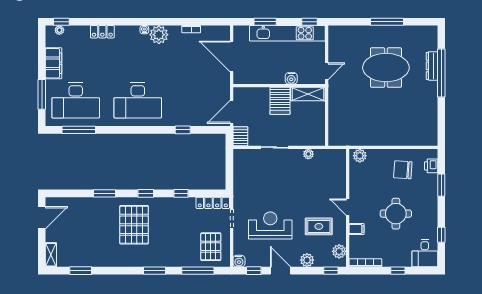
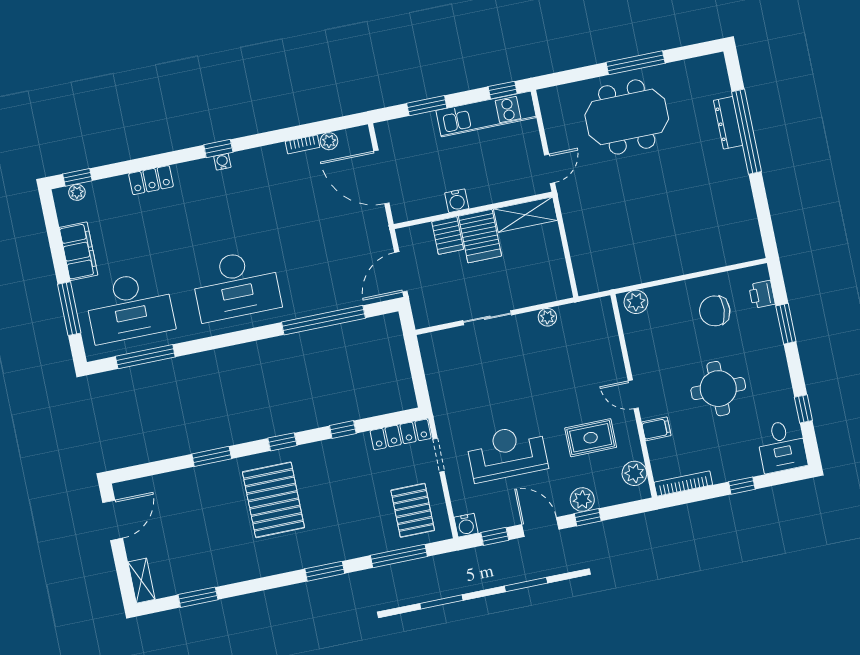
window: (144, 22) -> (218, 148), added
kitchen unit: (287, 33) -> (486, 114), width x0.73
plant: (159, 35) -> (329, 141), moved, width x0.53, depth x0.53
meeting table: (386, 68) -> (627, 117), moved
water cooler: (291, 78) -> (457, 201), moved
window: (183, 130) -> (323, 320), width x3.17
server rack: (240, 136) -> (448, 235), moved, turned 180
window: (331, 271) -> (588, 517), moved

